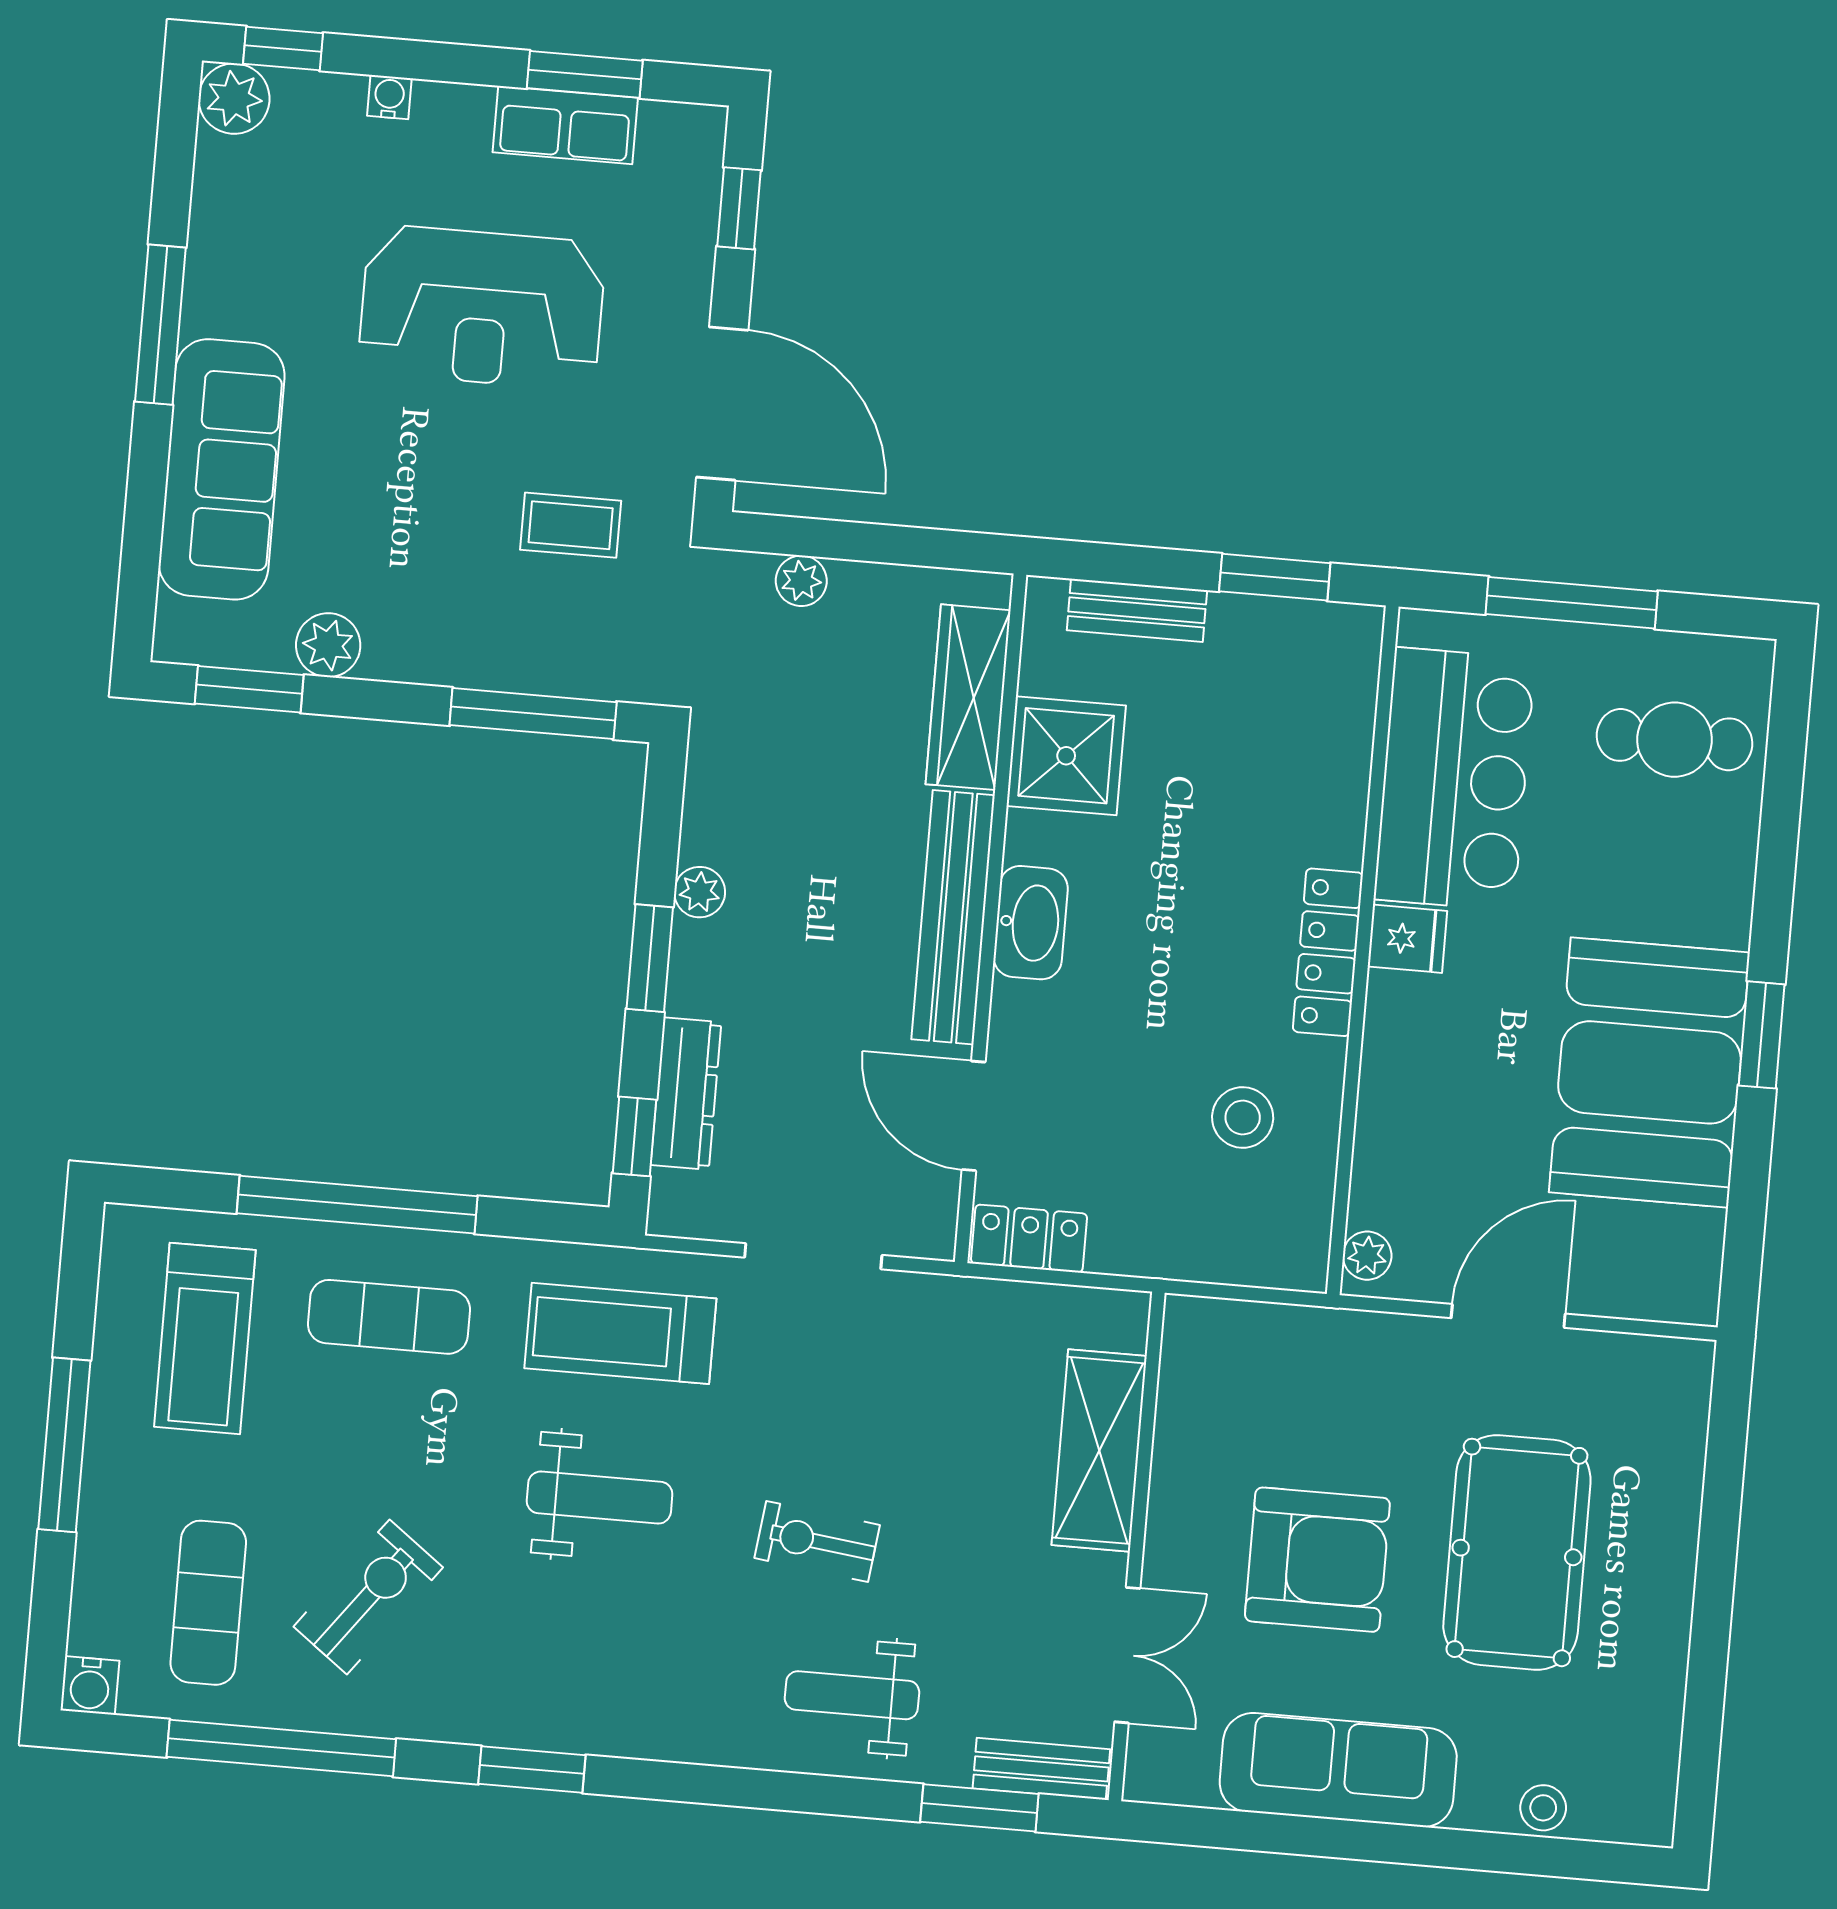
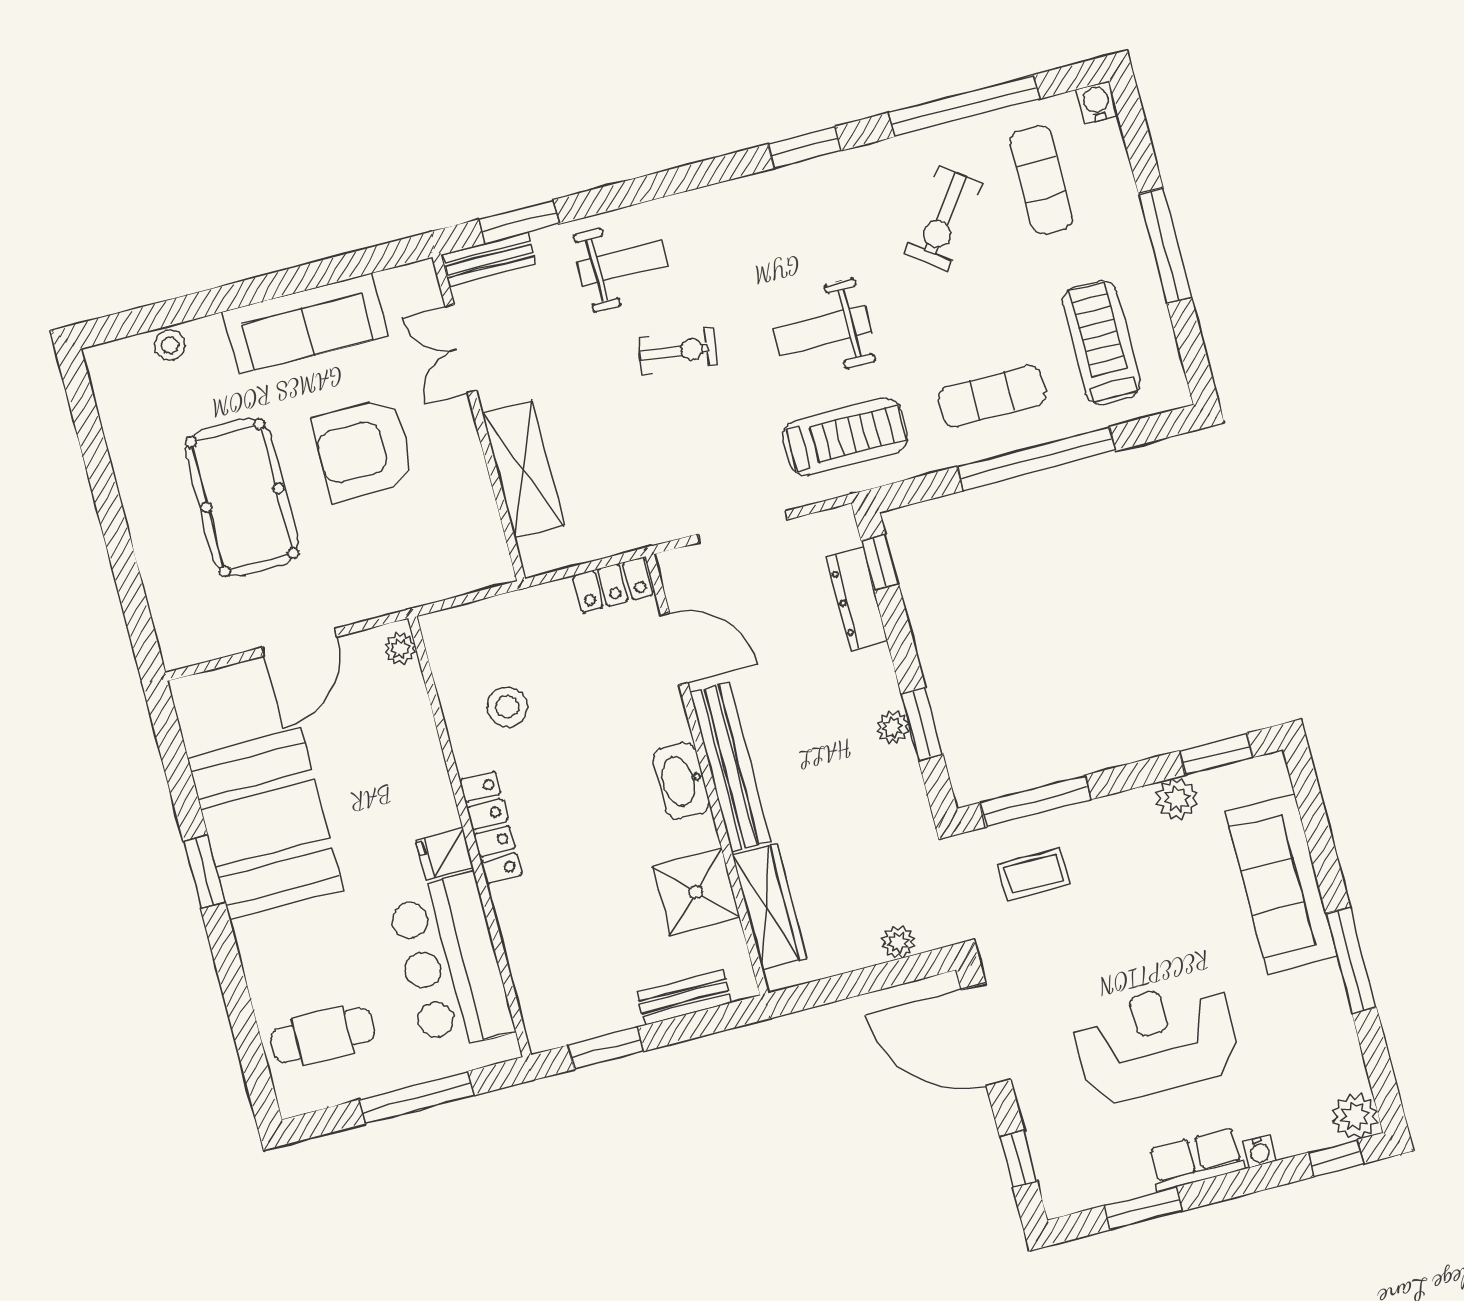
row of seats: (565, 125) -> (1196, 1159), moved
coffee table: (571, 525) -> (1034, 874), moved
window: (650, 958) -> (922, 724), moved

